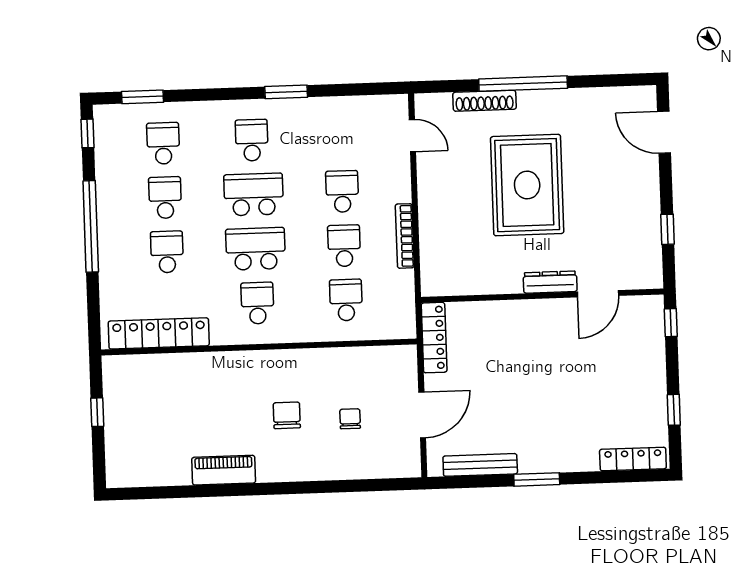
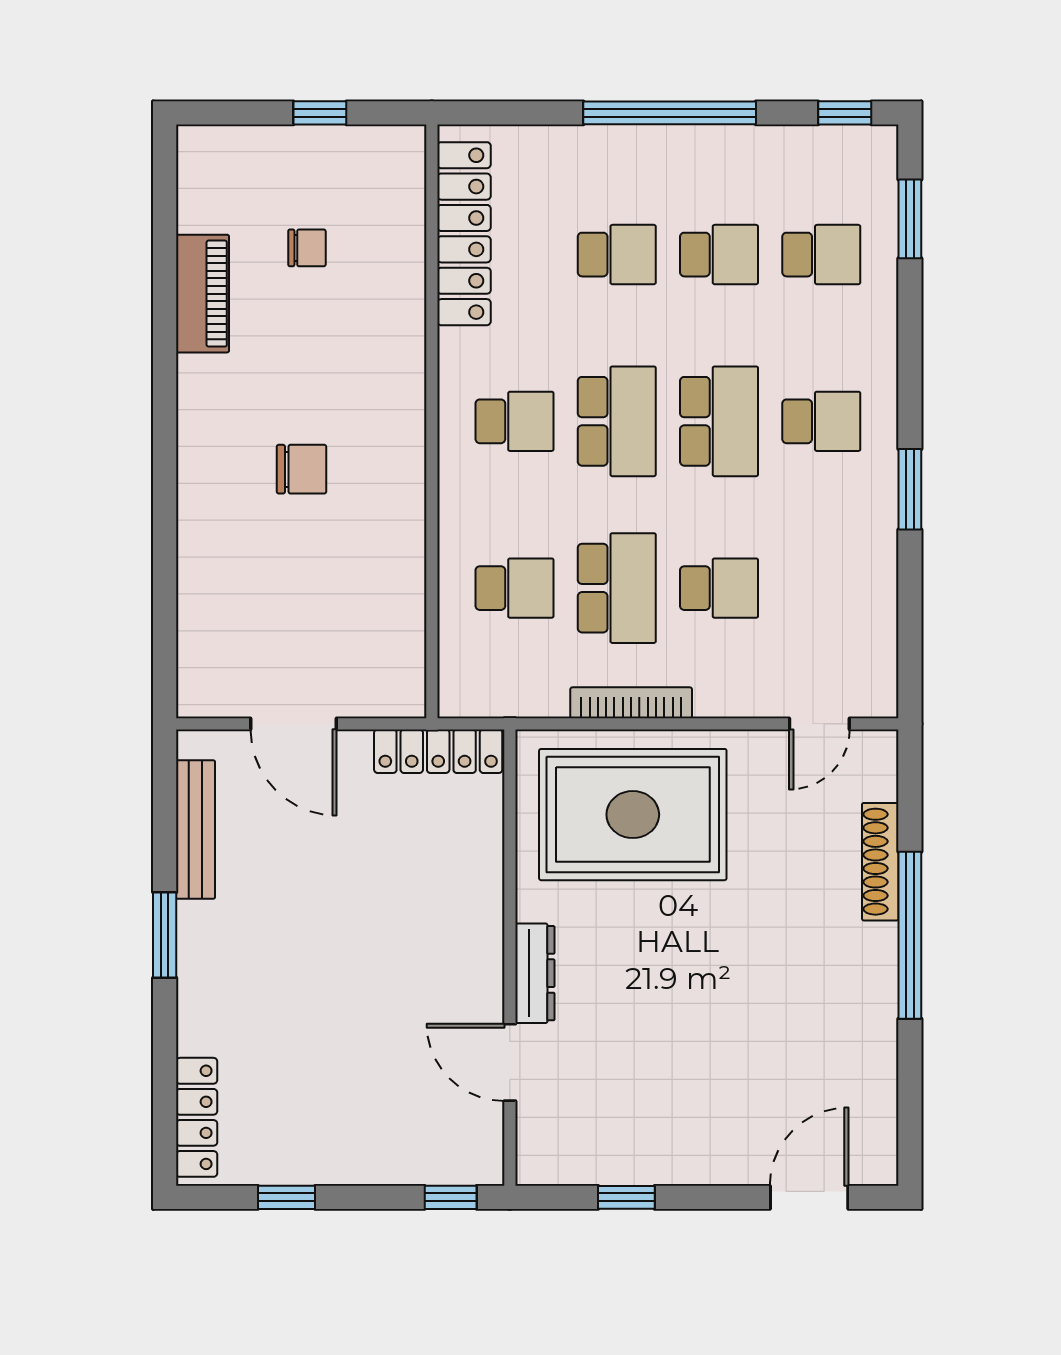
rug: (527, 185) -> (633, 815), moved
school desk: (344, 246) -> (617, 588), width x1.85
chair: (350, 419) -> (307, 248), moved
piano: (224, 470) -> (202, 294), moved

